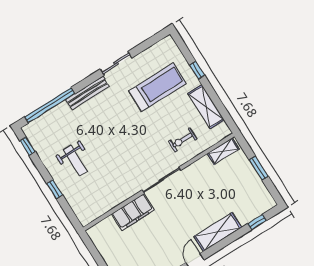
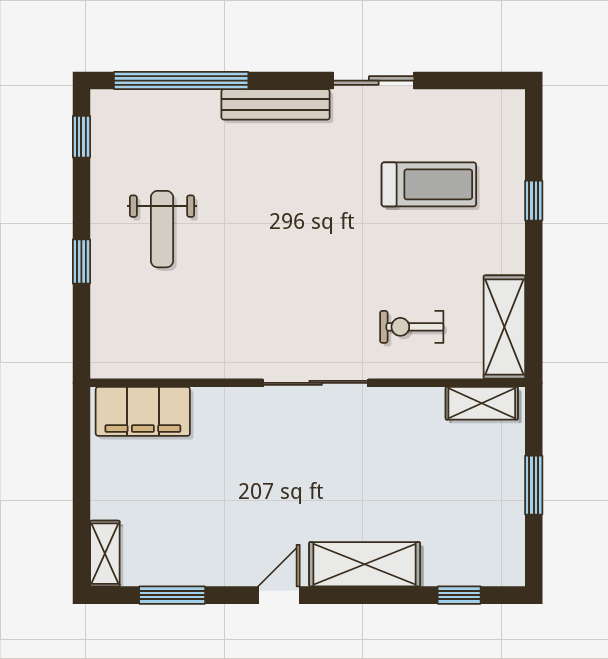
treadmill: (157, 87) -> (429, 184), width x0.73, depth x0.73
shelving: (206, 107) -> (504, 327), moved
filing cabinet: (133, 212) -> (143, 411), moved

